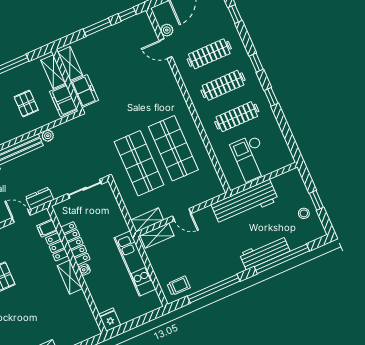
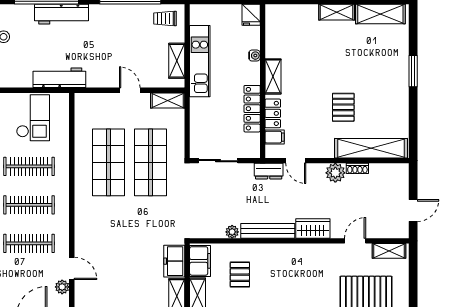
workbench: (245, 202) -> (59, 78), width x0.73, depth x0.76
shelving: (157, 236) -> (177, 61), moved, turned 90
water cooler: (85, 269) -> (254, 56), moved

